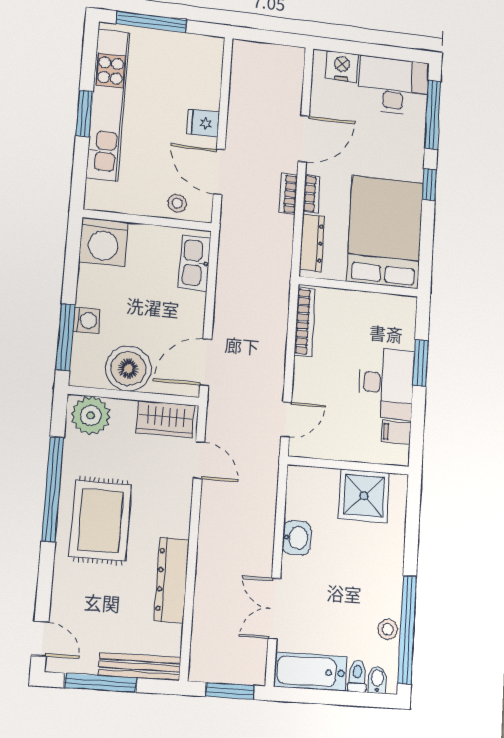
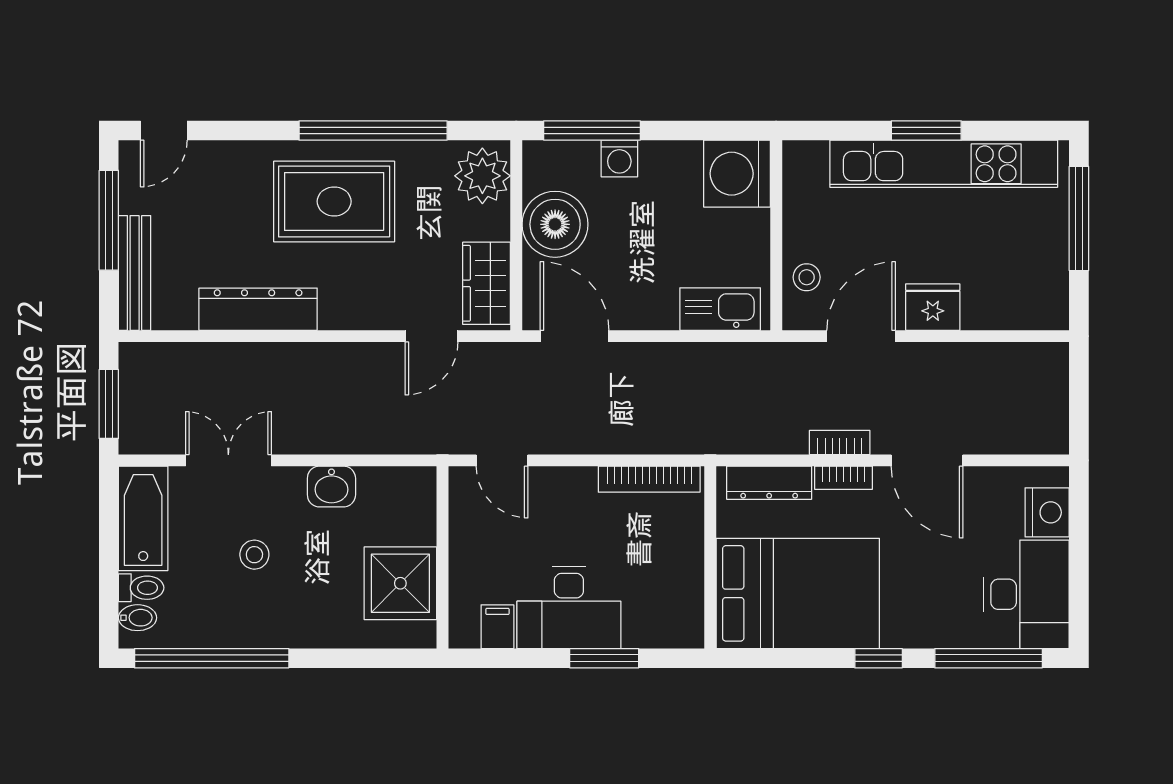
fridge: (203, 123) -> (933, 307), width x1.38
stool: (388, 629) -> (254, 555), moved

